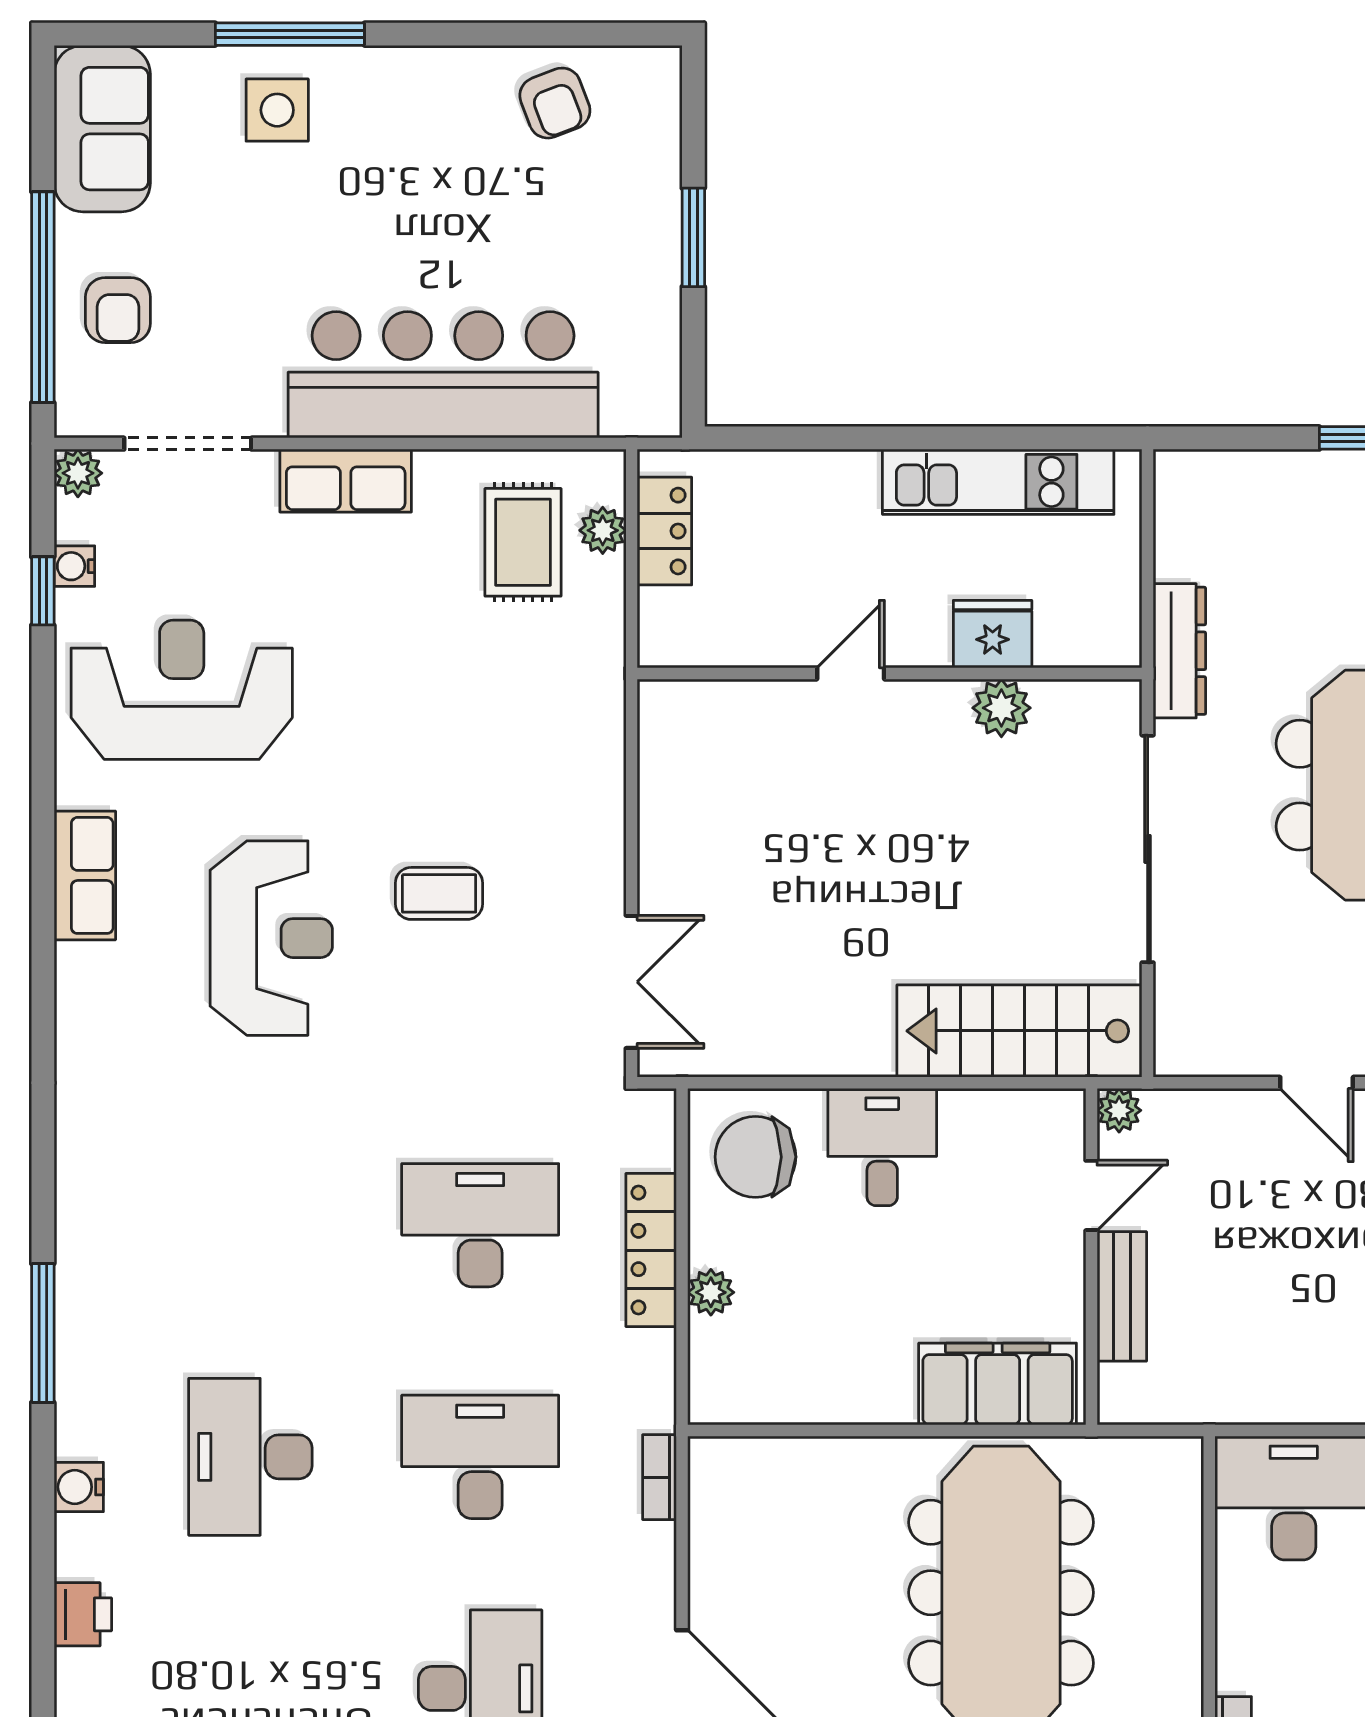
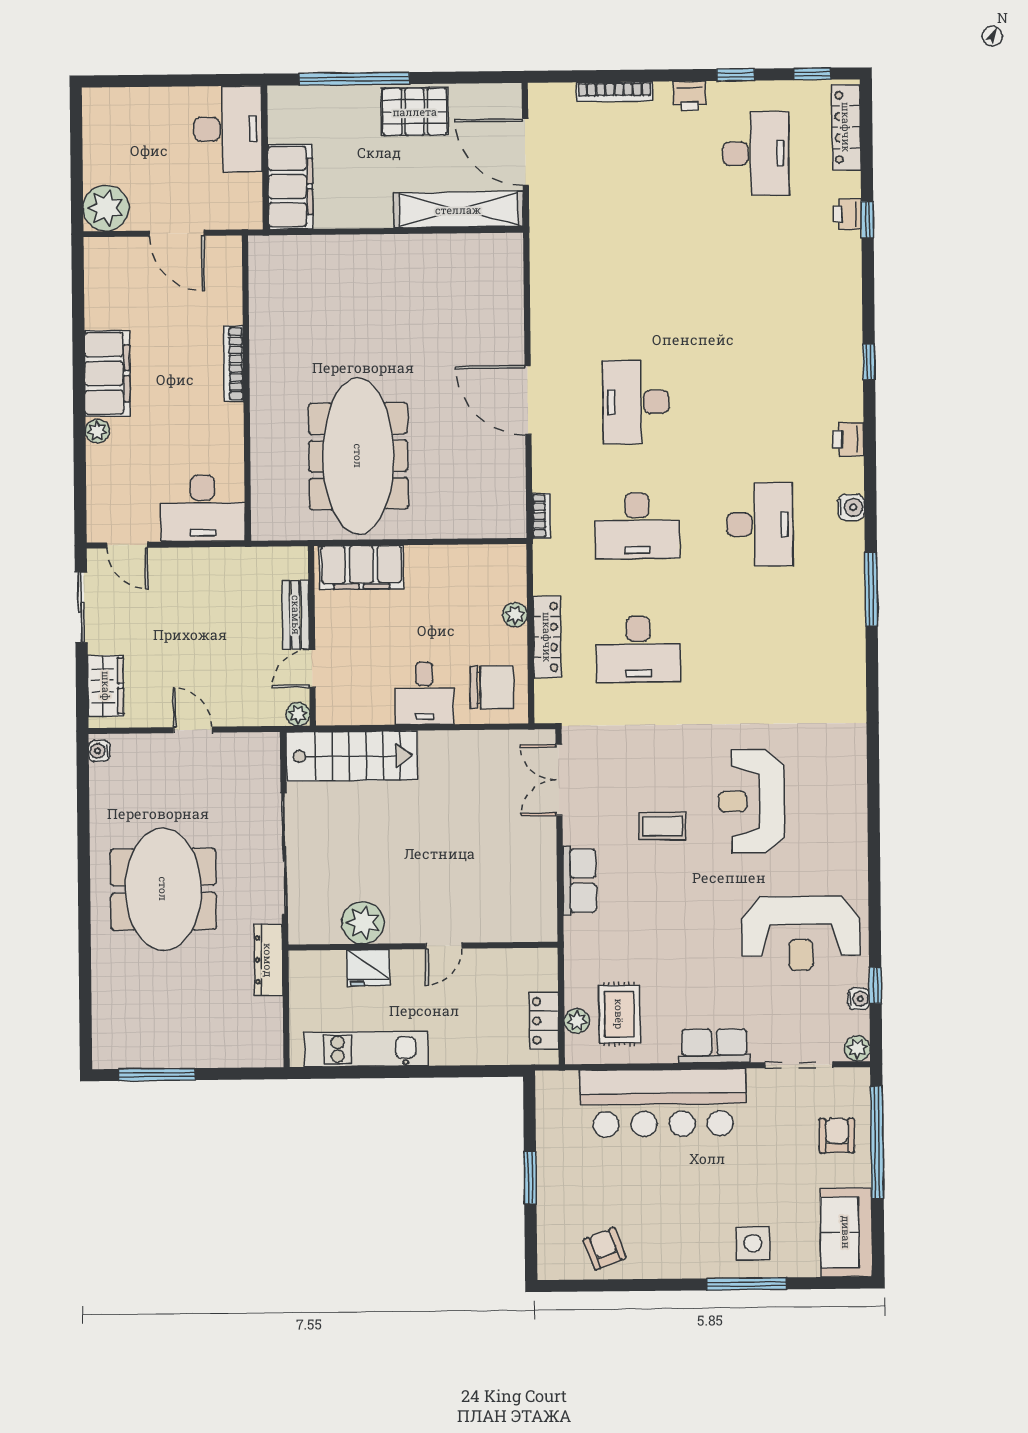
plant: (1001, 708) -> (363, 923), width x1.36, depth x1.36
row of seats: (85, 875) -> (579, 881), moved, turned 180

